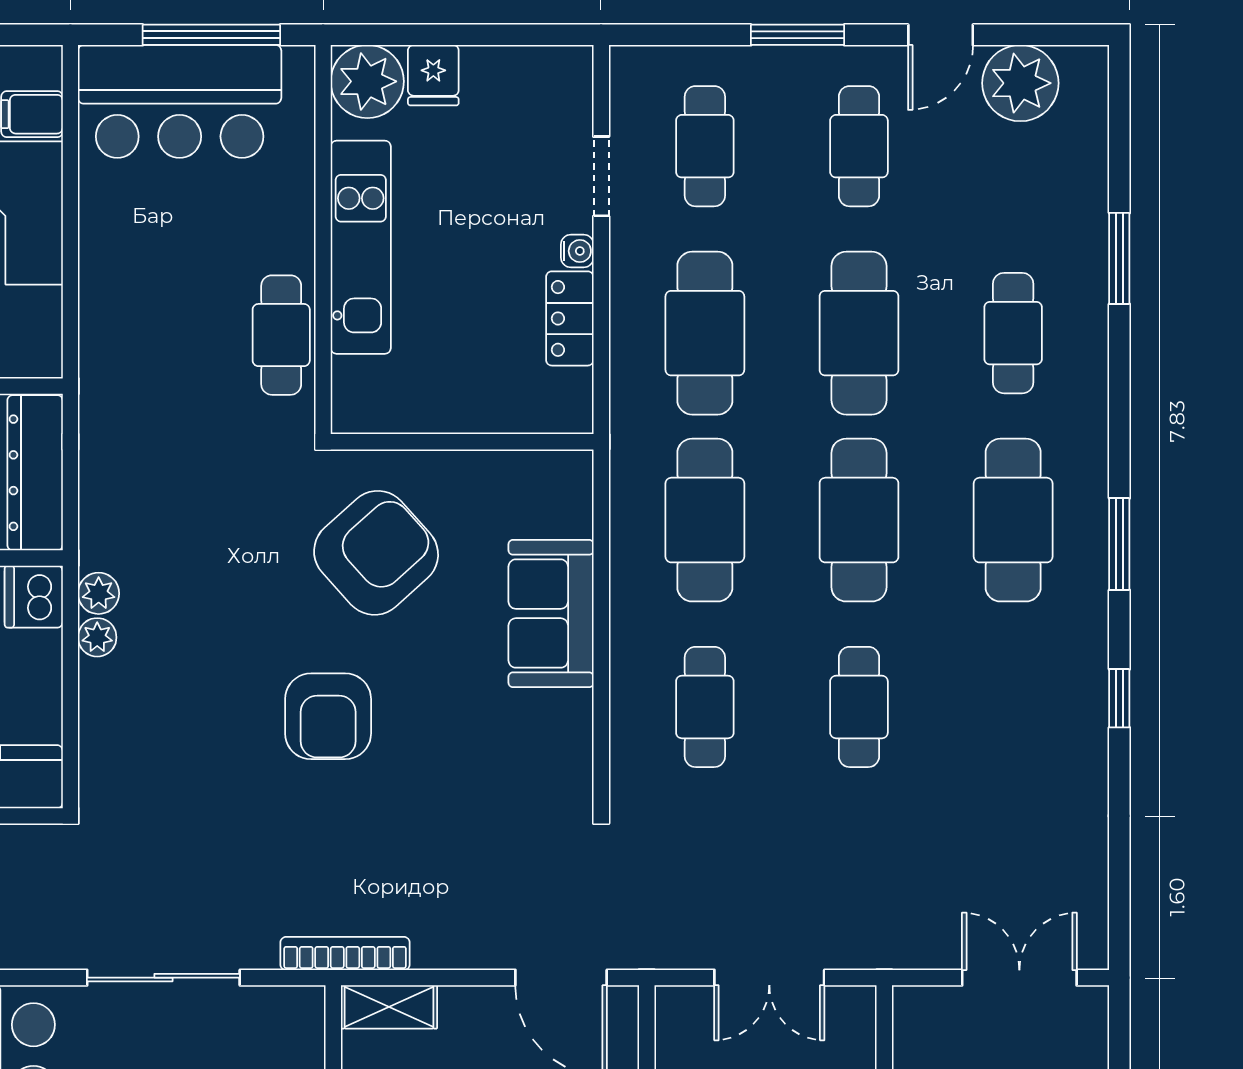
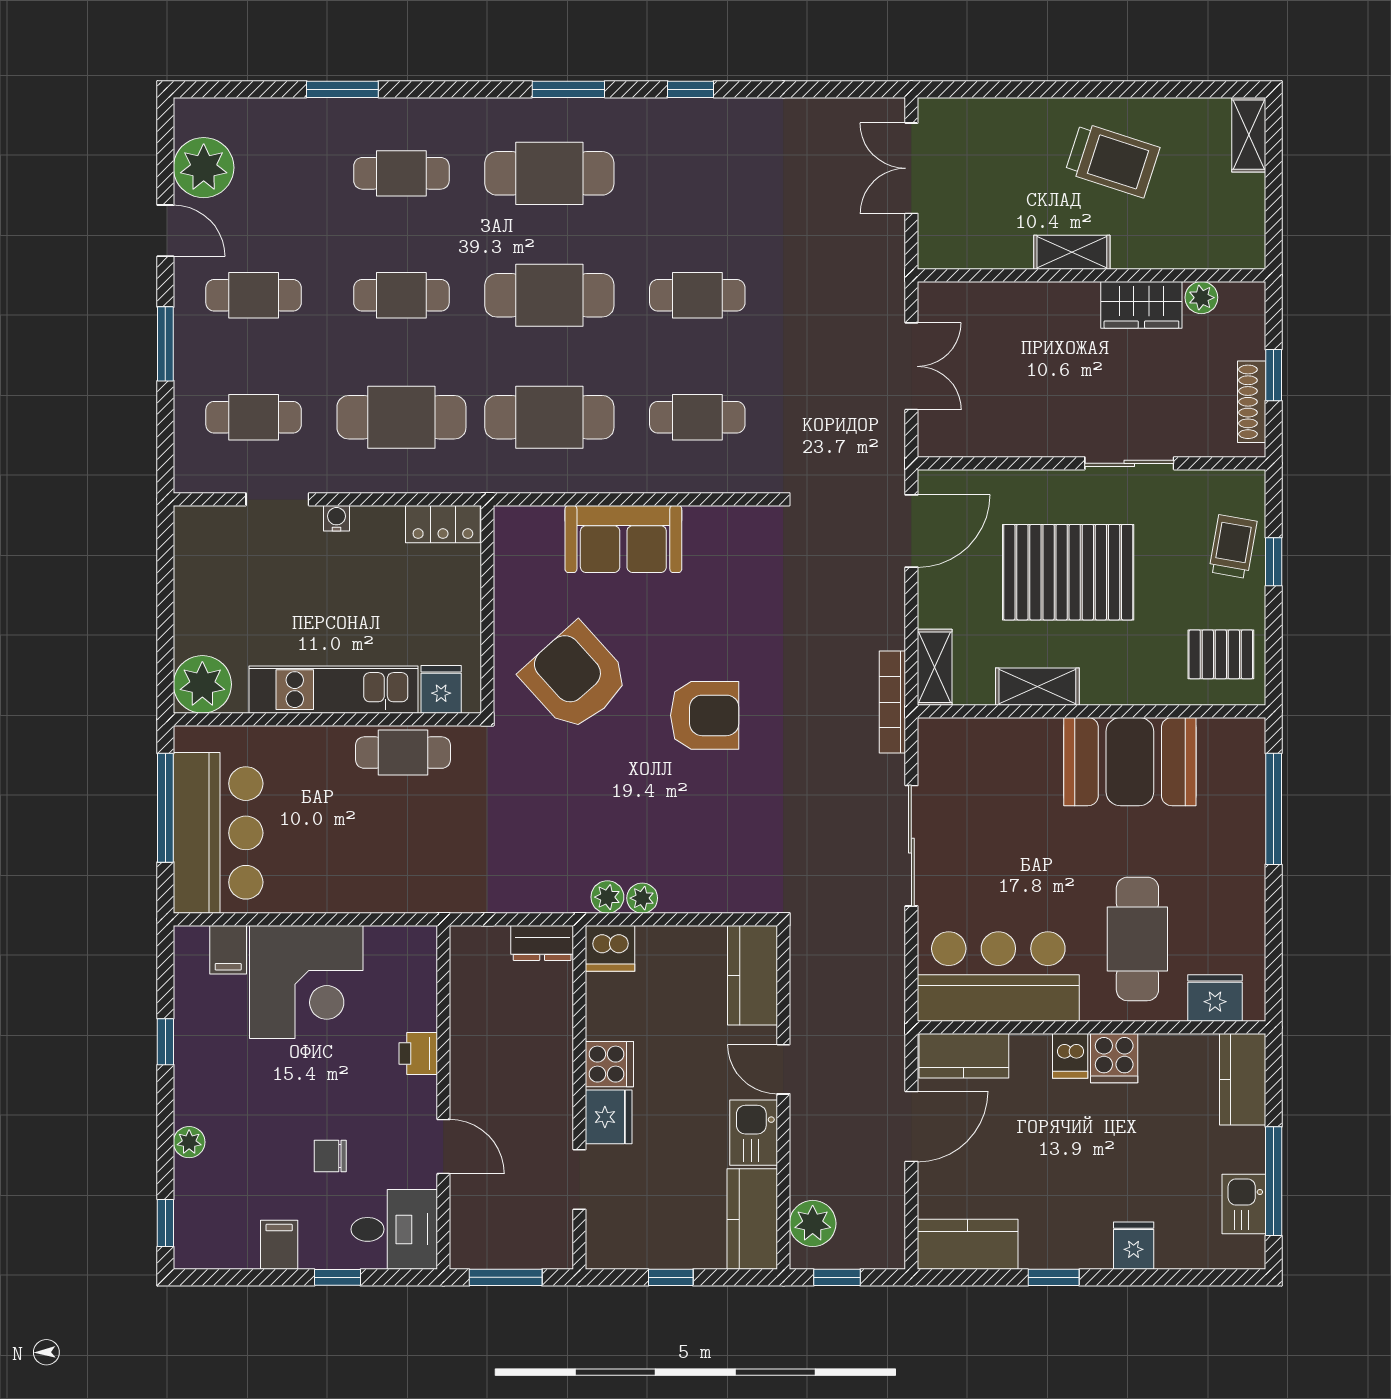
fridge: (433, 75) -> (441, 689), moved, turned -90
locker: (570, 318) -> (443, 524), moved
cafe table: (859, 333) -> (401, 295), width x0.73, depth x0.74
dresser: (35, 473) -> (542, 943), width x0.51, depth x0.80

